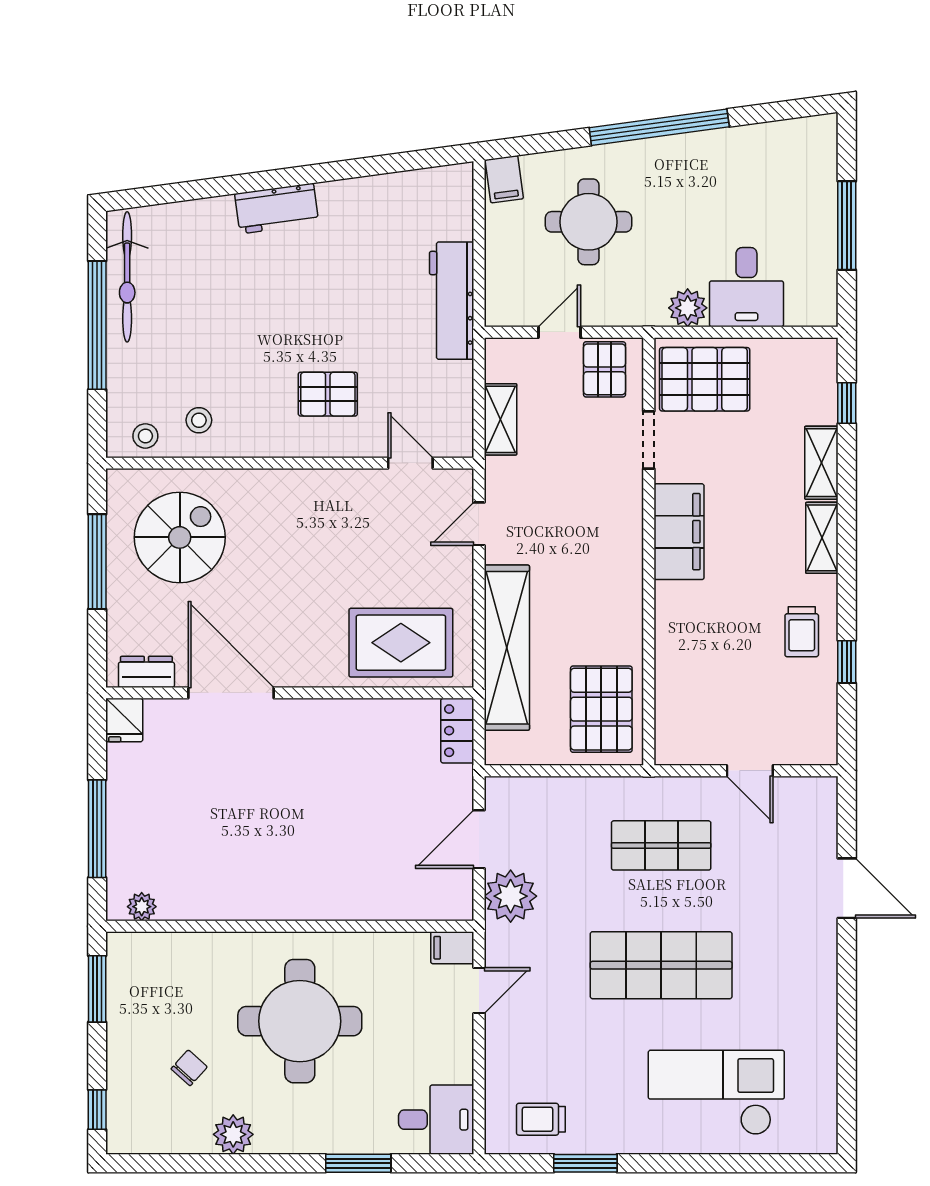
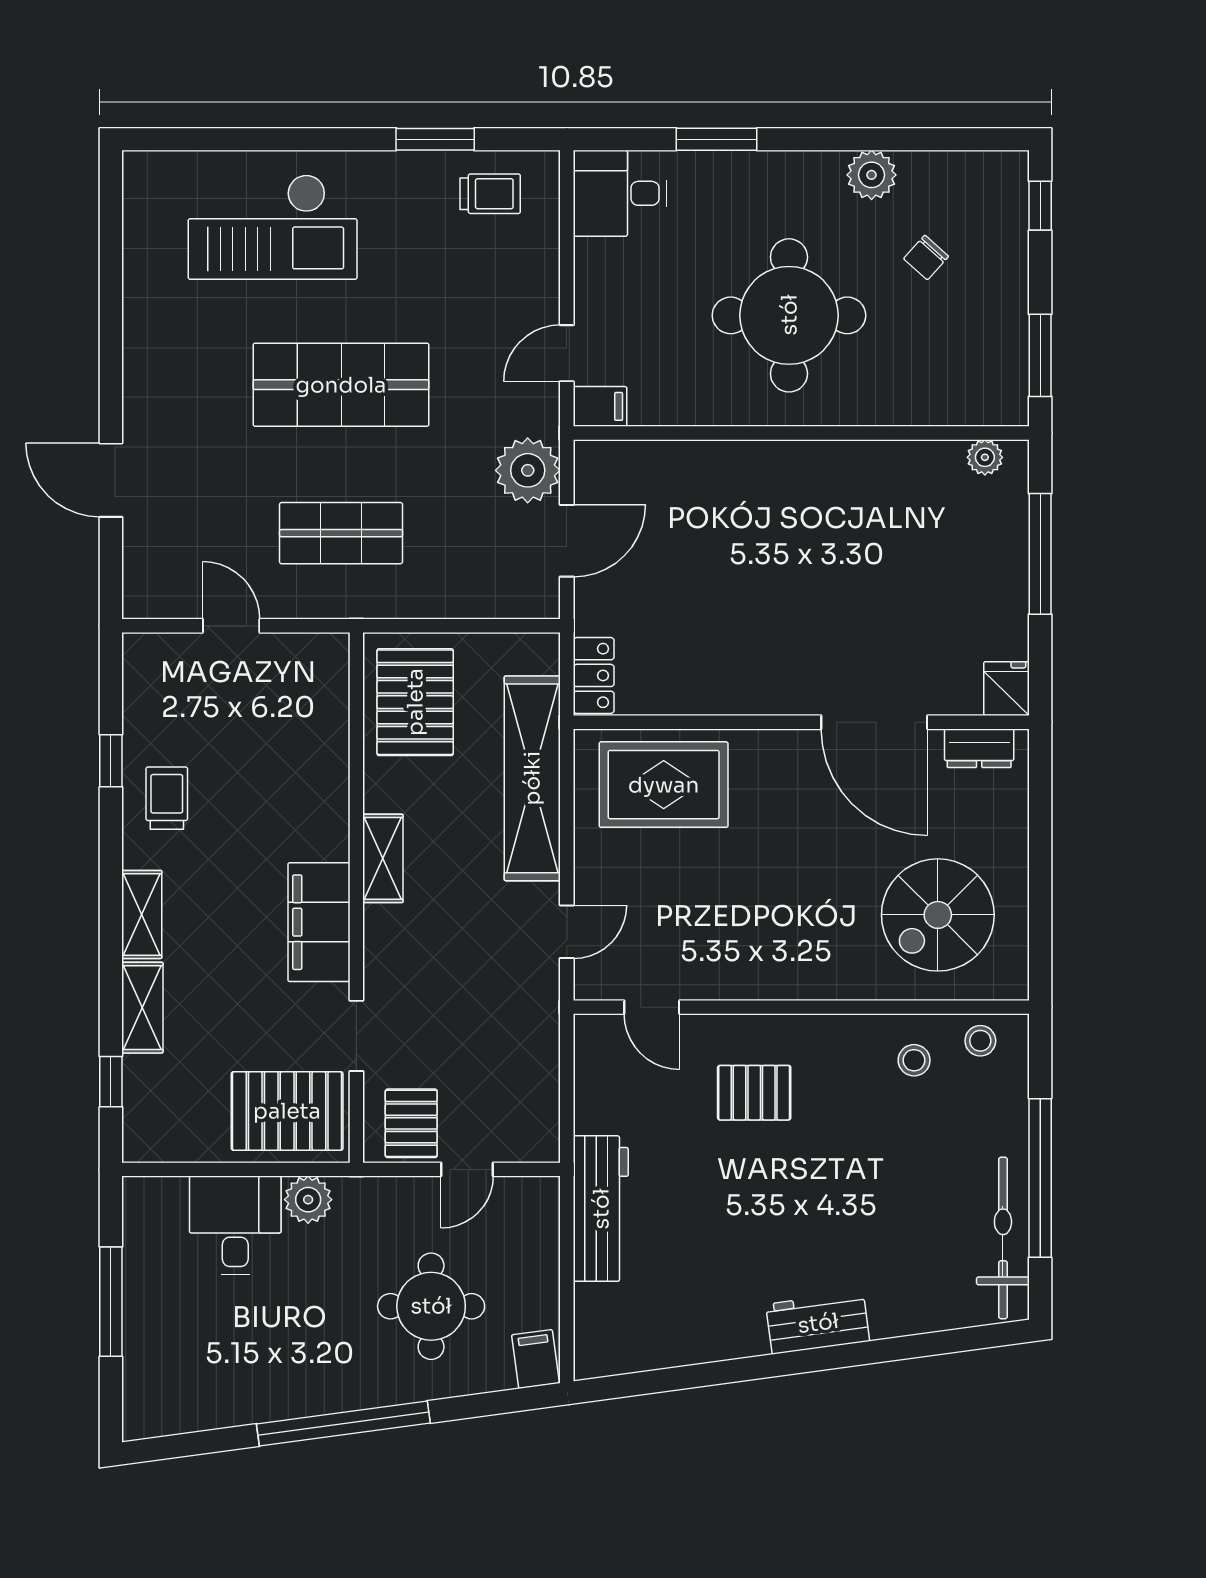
shelving: (500, 419) -> (383, 858), moved
window: (97, 562) -> (1040, 885), removed

